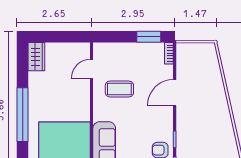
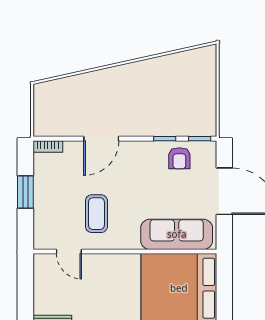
window: (149, 37) -> (25, 192), moved
door: (175, 93) -> (101, 139), hinge flipped

